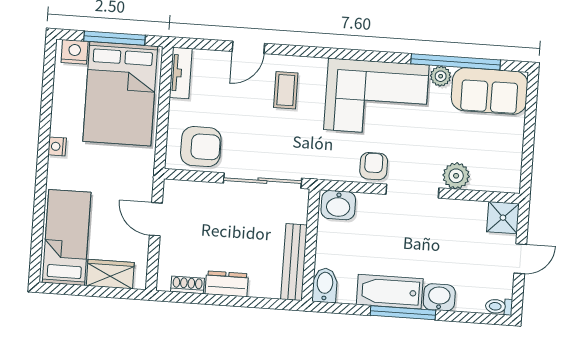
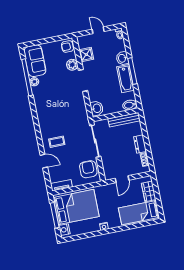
corner sofa: (376, 97) -> (50, 105), removed
armchair: (374, 166) -> (67, 46), moved
shower: (503, 218) -> (86, 55), moved

